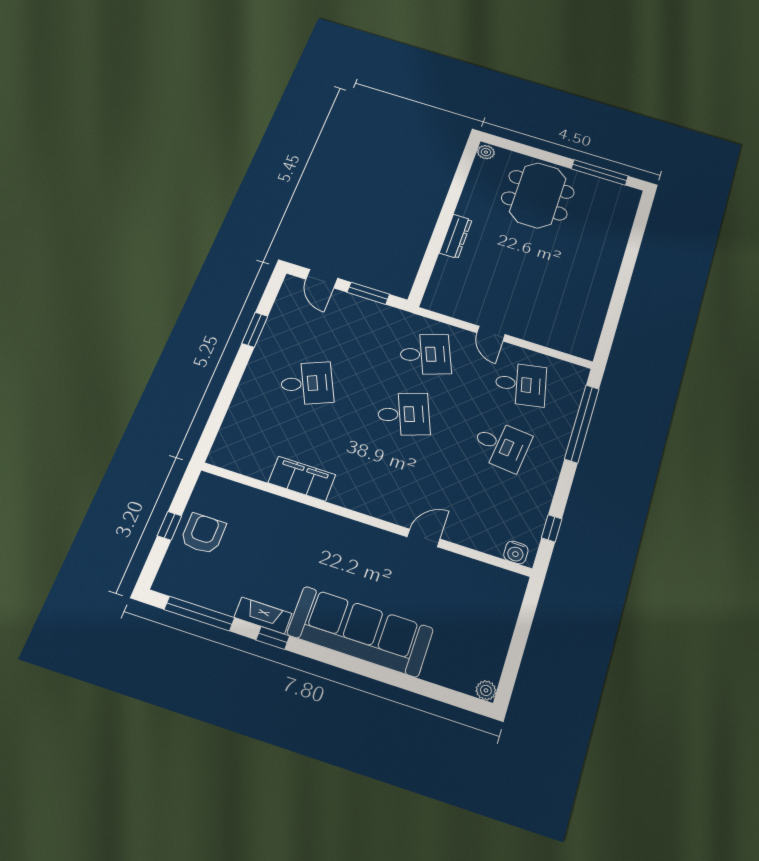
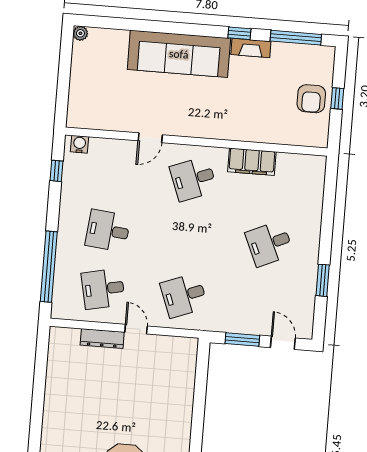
dresser: (456, 236) -> (102, 338), moved, turned -90
desk: (404, 414) -> (193, 179), moved

